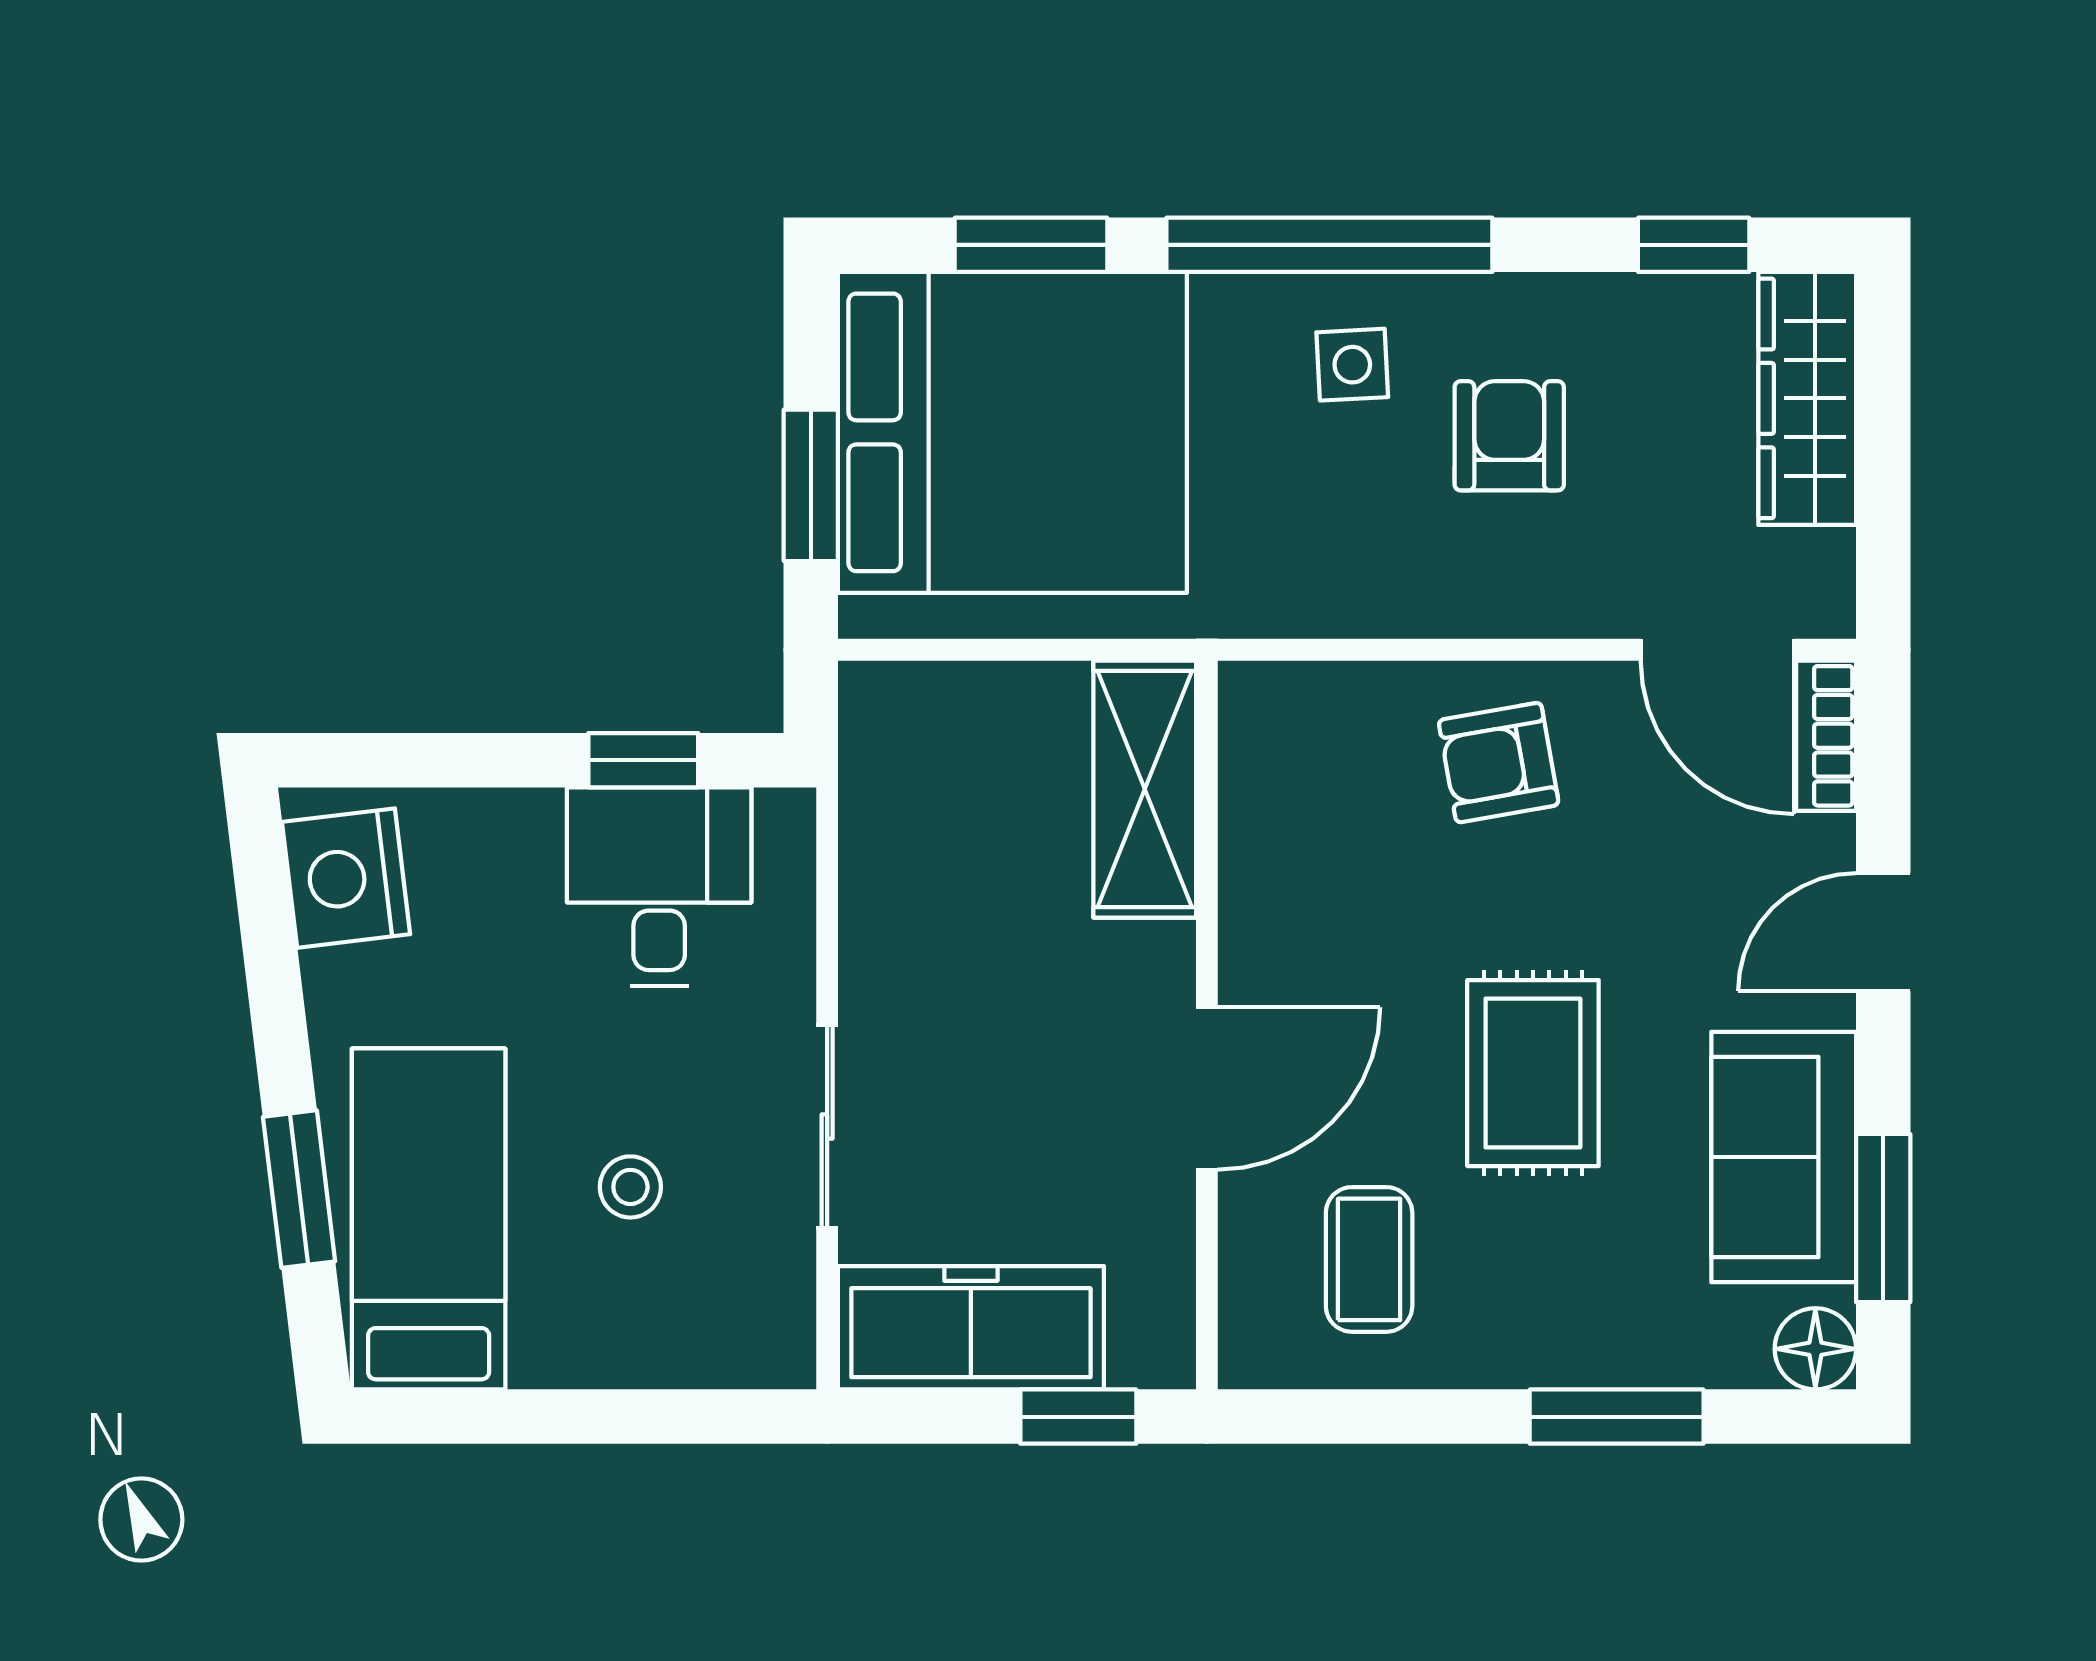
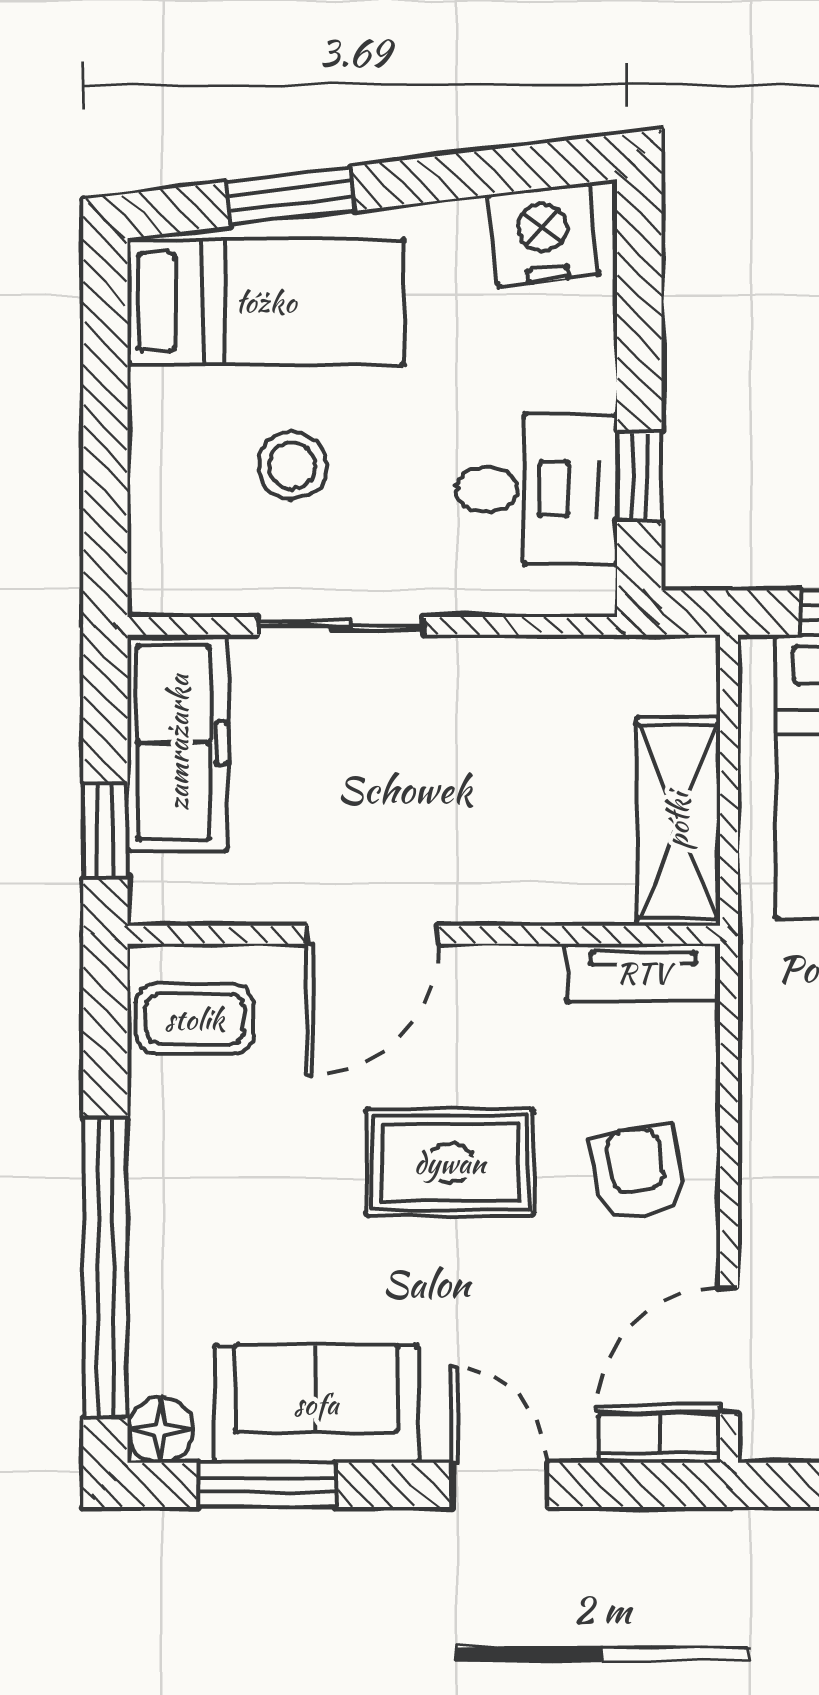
tv unit: (1254, 755) -> (643, 973), added
shelving: (1145, 789) -> (678, 821), moved, turned 90
rug: (1533, 1073) -> (450, 1163), moved
door: (1207, 1088) -> (372, 935), hinge flipped
stool: (630, 1187) -> (292, 466), width x1.37, depth x1.37
coffee table: (1369, 1259) -> (195, 1019), moved
window: (1617, 1417) -> (105, 1268), width x2.11

